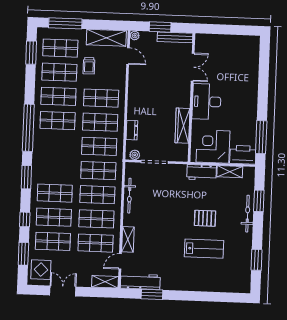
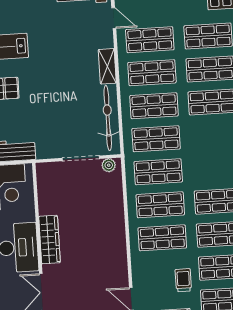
wardrobe: (182, 126) -> (49, 240), moved
dresser: (132, 130) -> (116, 198), removed
bicycle: (129, 196) -> (108, 118), width x1.37, depth x1.40
shelving: (128, 239) -> (107, 66), moved
door: (120, 261) -> (114, 18), hinge flipped

